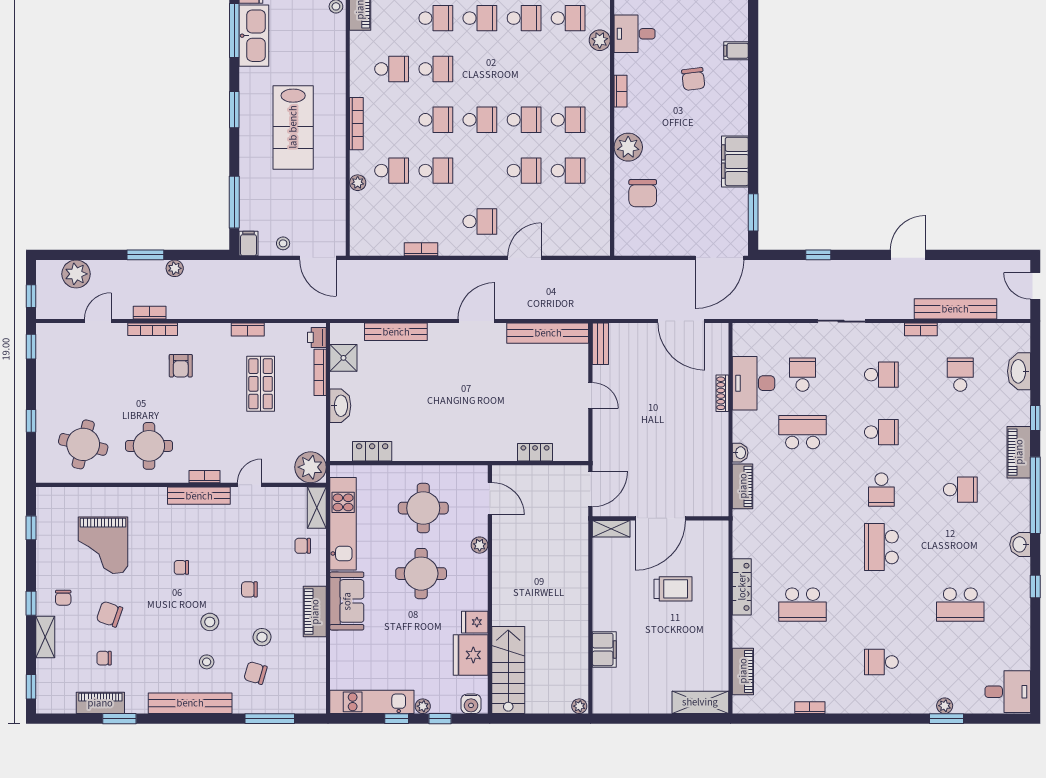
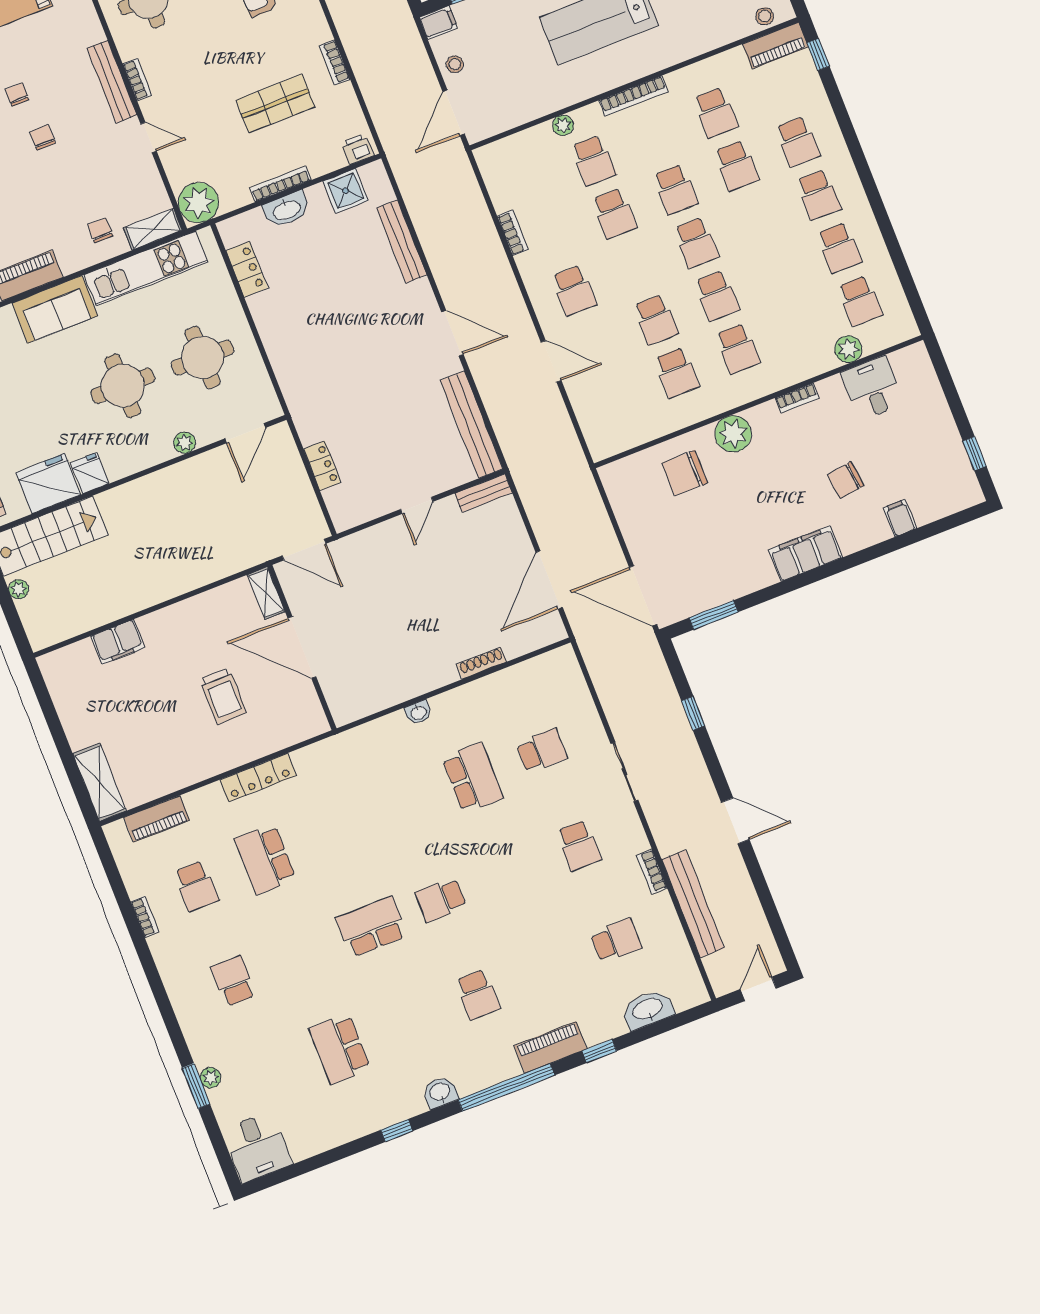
filing cabinet: (735, 161) -> (805, 554), moved
bookcase: (320, 372) -> (280, 184), moved
desk: (754, 383) -> (508, 696), removed
school desk: (881, 432) -> (196, 886), moved
piano: (743, 486) -> (379, 731), removed
chair: (249, 589) -> (43, 137), moved
plant: (579, 706) -> (19, 589), moved

